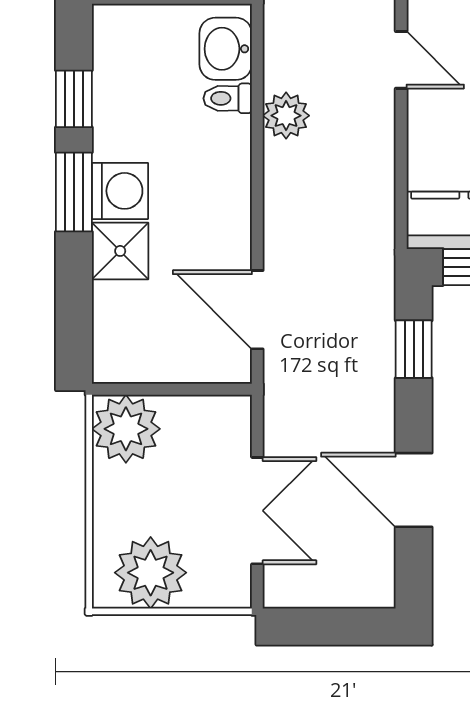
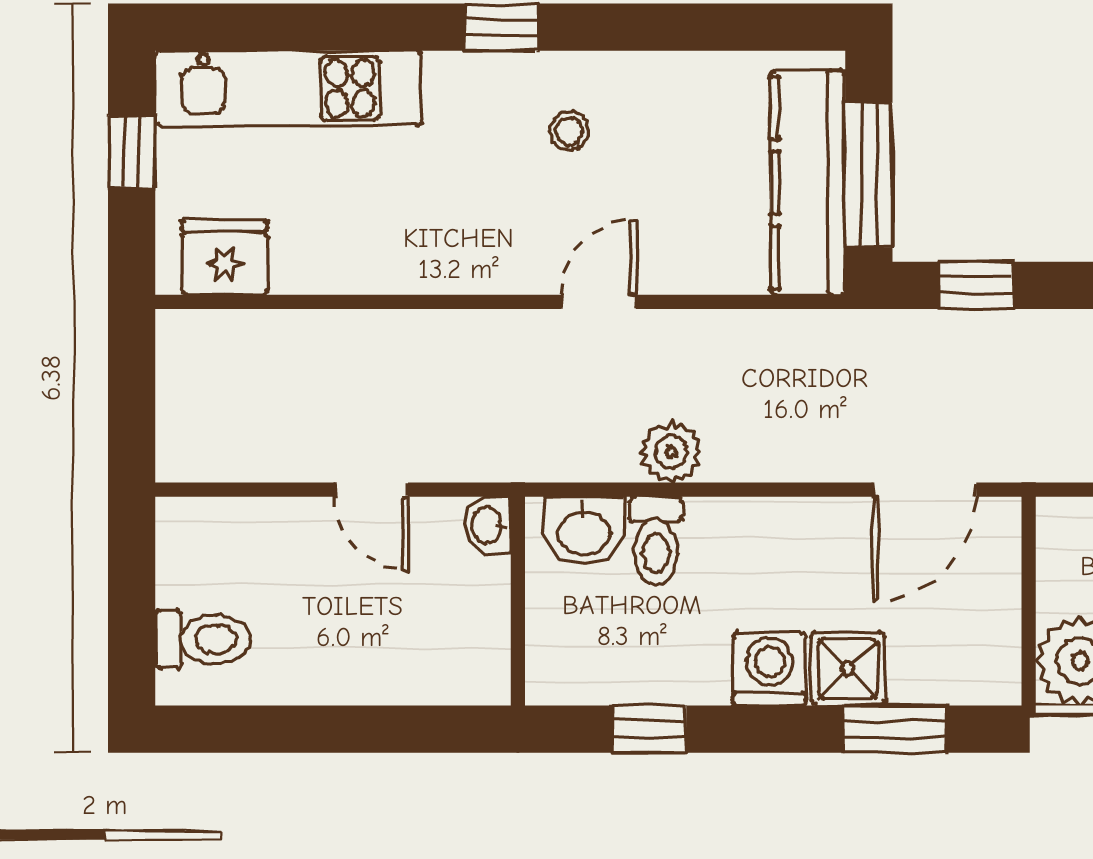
toilet: (228, 98) -> (656, 541), width x1.37, depth x1.39
window: (74, 192) -> (895, 729), moved

